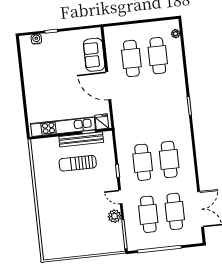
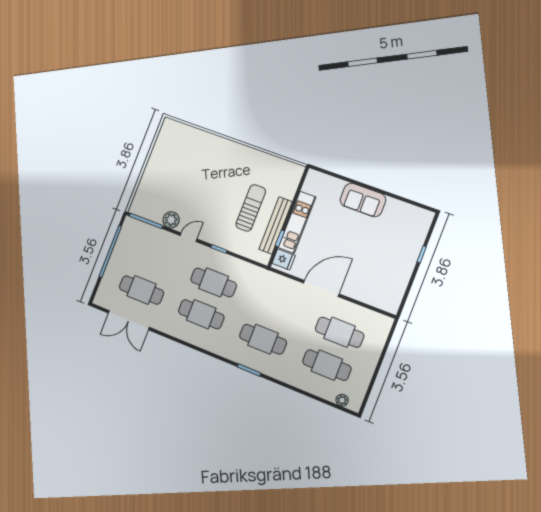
water cooler: (36, 39) -> (421, 232), removed
sofa: (94, 55) -> (363, 200), moved, turned 180
kitchen unit: (63, 127) -> (297, 222), width x0.73
cafe table: (148, 214) -> (263, 339), moved

